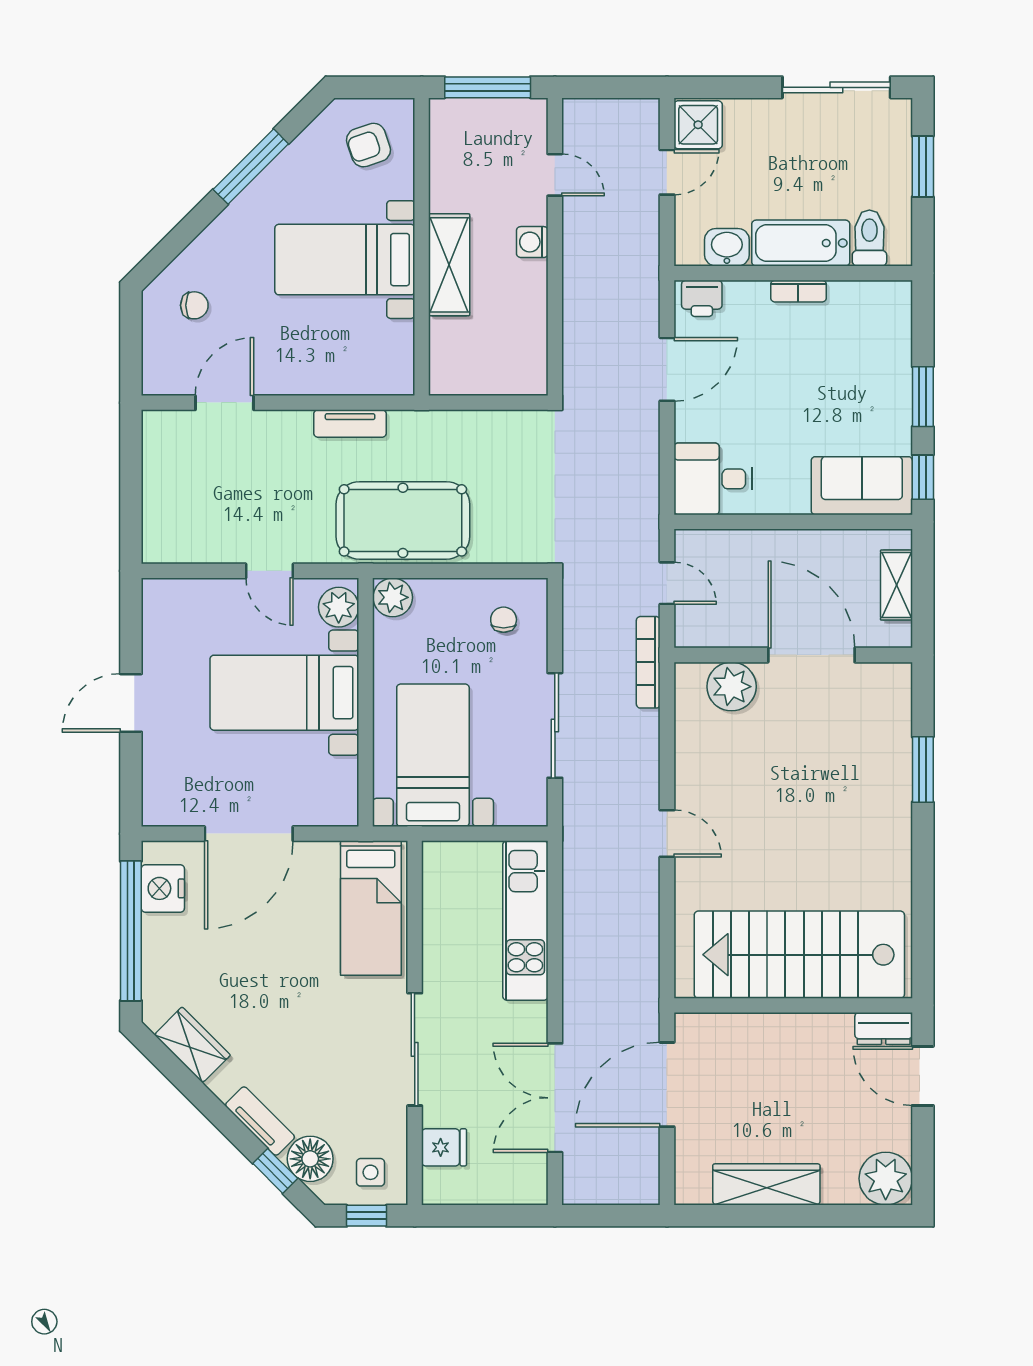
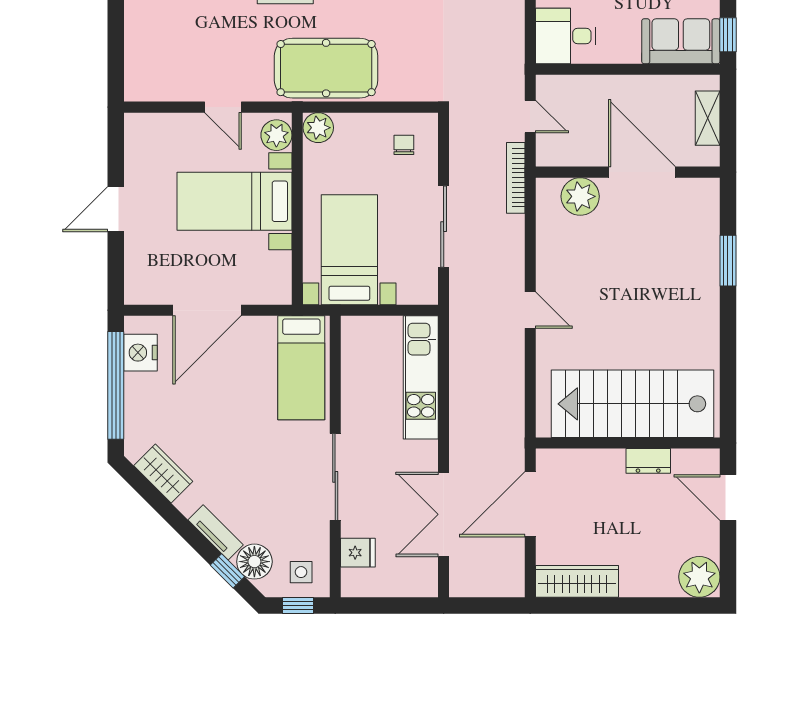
dresser: (884, 1029) -> (648, 461), moved
wardrobe: (766, 1184) -> (577, 581), moved

